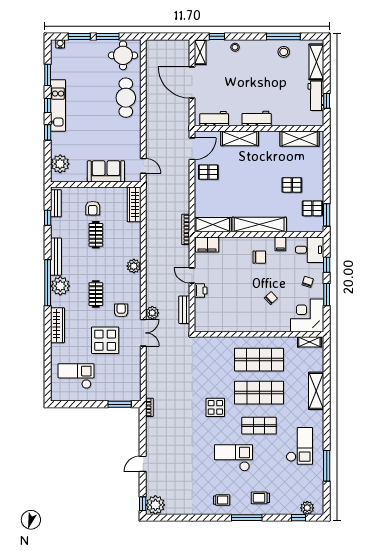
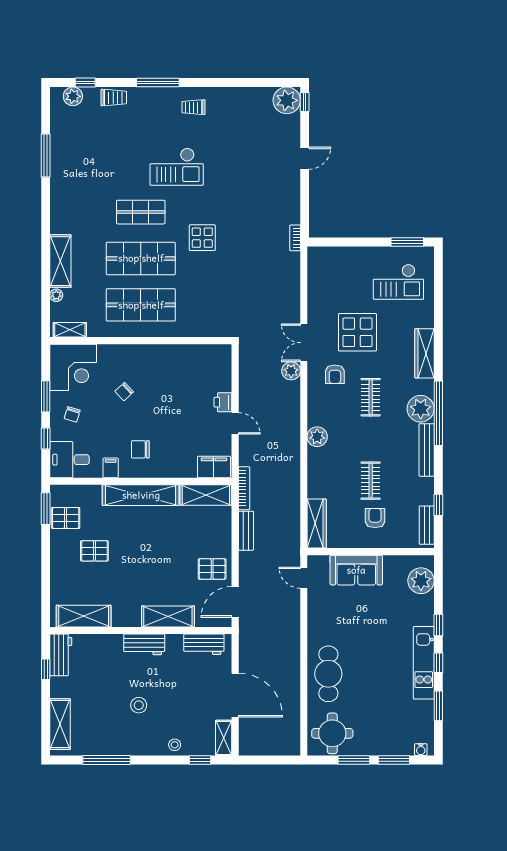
stool: (284, 52) -> (139, 705), moved
workbench: (316, 96) -> (61, 655), moved
bench: (184, 310) -> (246, 531), moved
plant: (319, 366) -> (56, 295), added
window: (120, 404) -> (407, 242), moved
checkout: (299, 446) -> (84, 183), removed
trolley: (260, 498) -> (114, 98), moved

